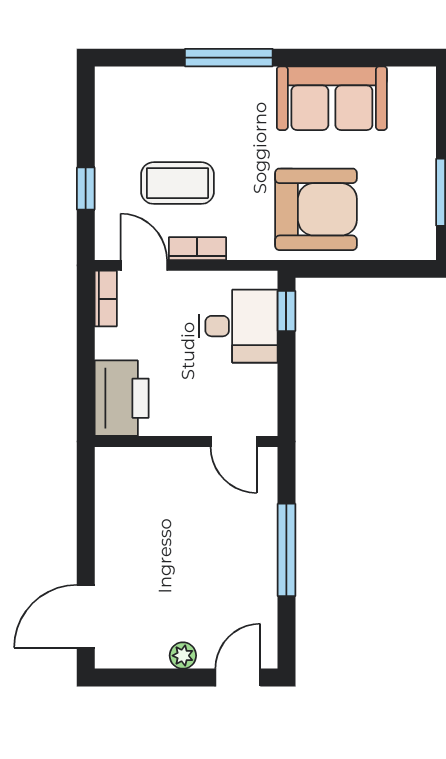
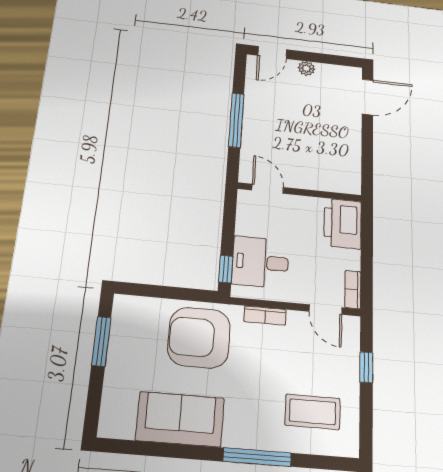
coffee table: (178, 183) -> (313, 412), moved
bookcase: (197, 249) -> (265, 316), moved

